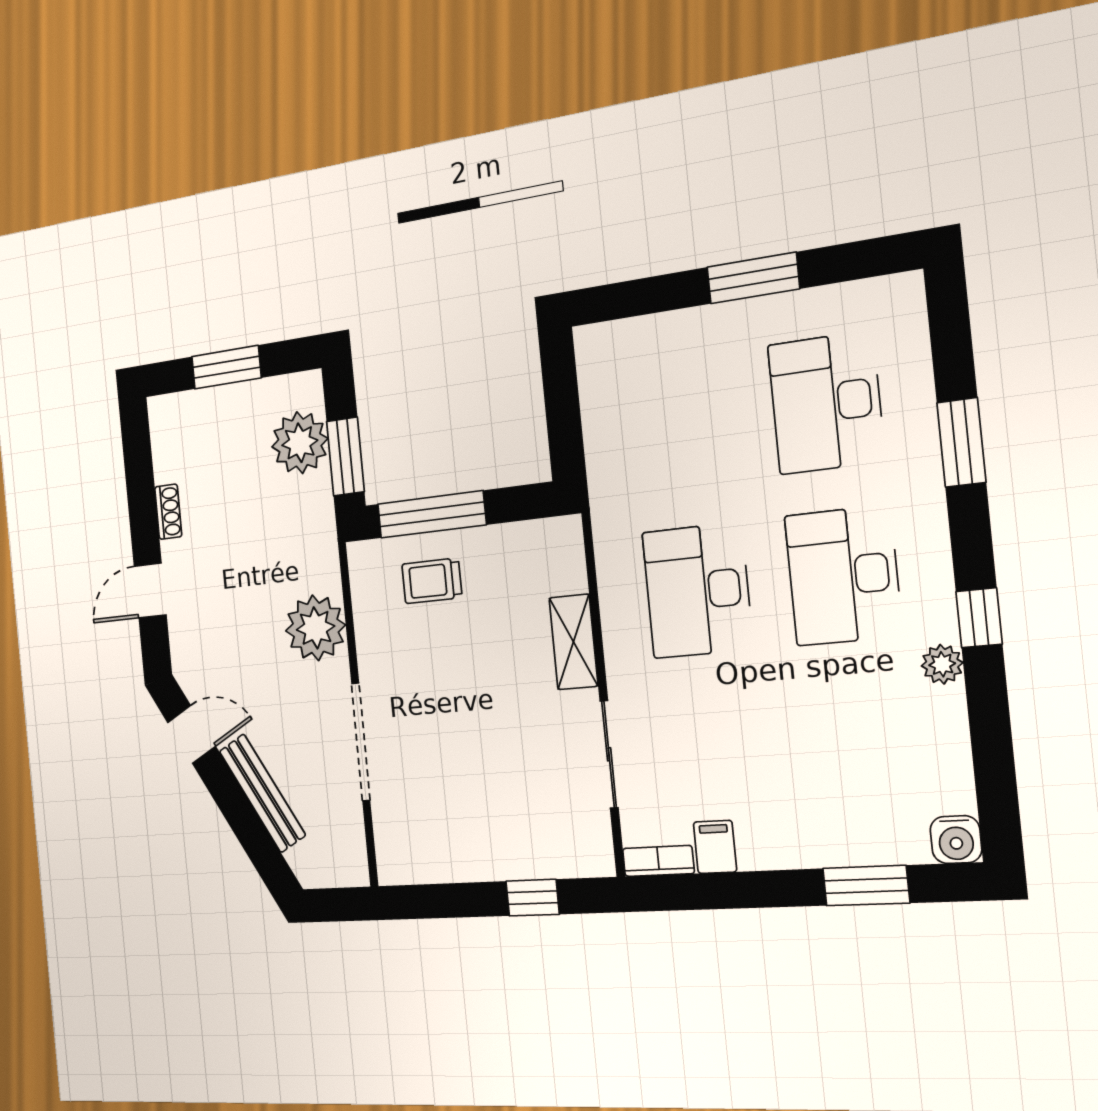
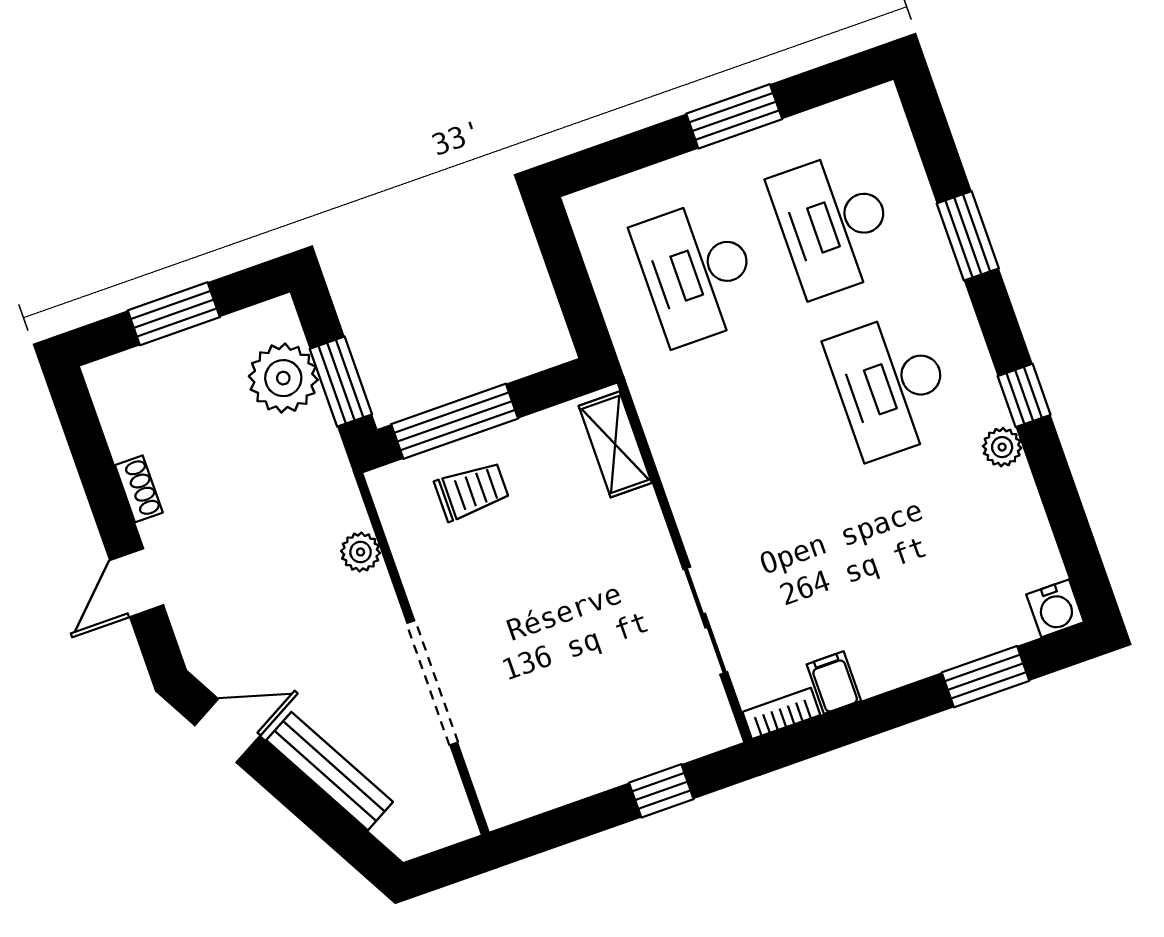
trolley: (432, 581) -> (472, 491), turned 180
desk: (697, 591) -> (697, 272), moved
plant: (316, 628) -> (361, 552), width x0.53, depth x0.53
shelving: (573, 642) -> (615, 444), moved

